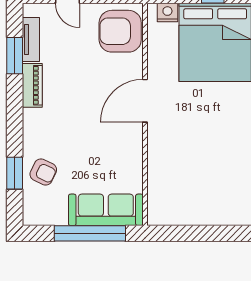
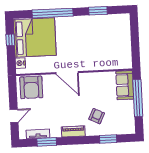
piano: (32, 85) -> (73, 131), moved
armchair: (43, 172) -> (97, 116), moved
sofa: (106, 210) -> (125, 85), width x0.73

